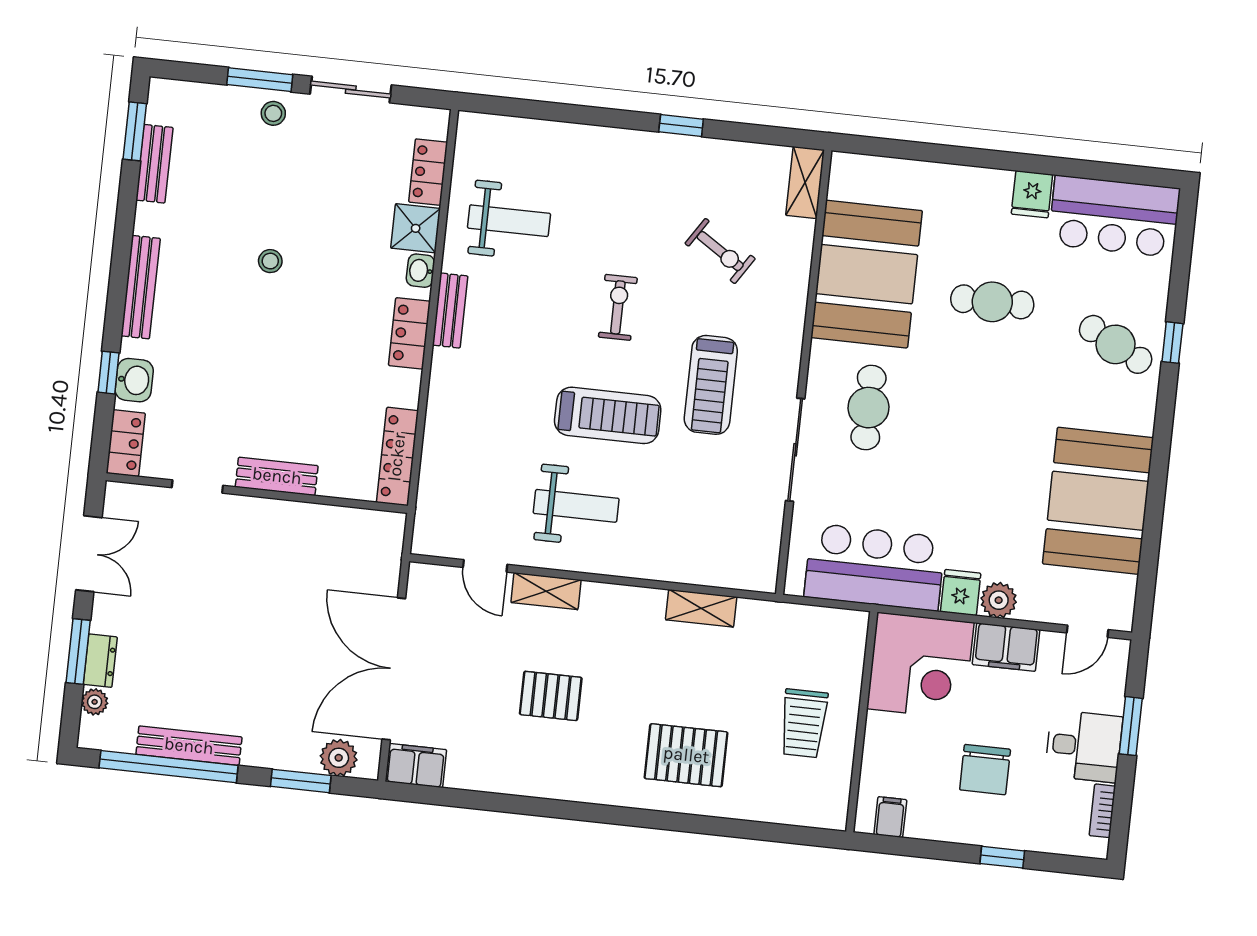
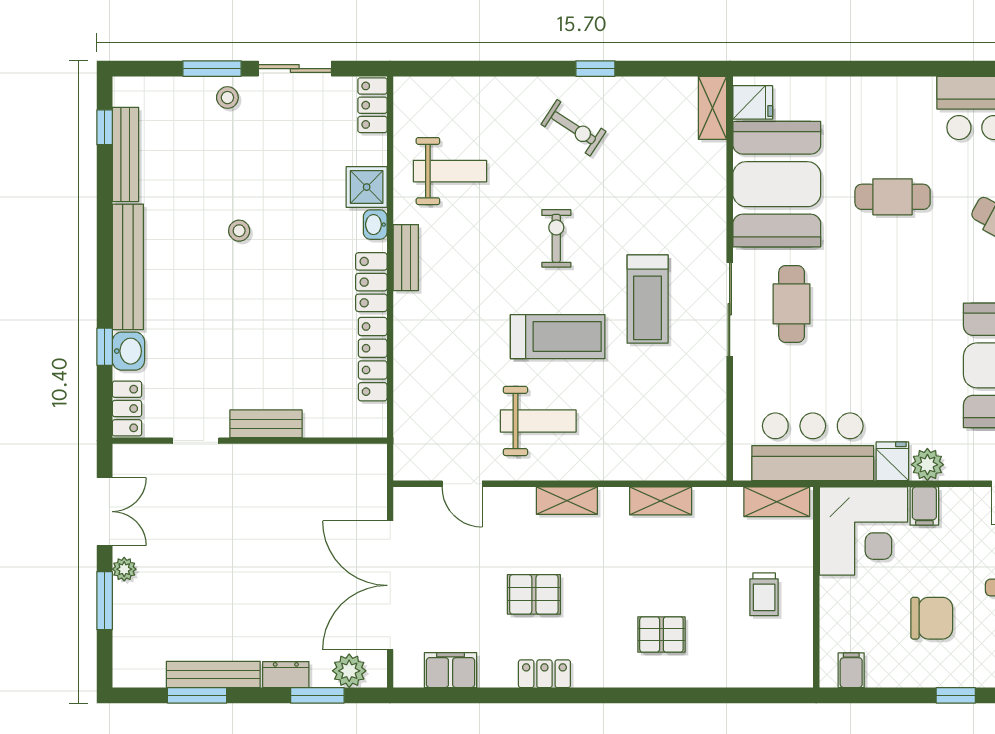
window: (135, 131) -> (105, 127), width x0.67
bench: (154, 164) -> (125, 154), width x1.36
locker: (428, 172) -> (372, 105), moved
fridge: (1032, 194) -> (753, 102), moved, turned -90
exercise bike: (720, 251) -> (574, 128), moved
bench: (141, 287) -> (128, 267), width x1.37, depth x1.21
sliding door: (795, 450) -> (730, 309), moved
locker: (397, 457) -> (373, 359), moved
shelving: (546, 591) -> (567, 501), moved
shelving: (829, 623) -> (777, 502), added
filing cabinet: (1006, 647) -> (924, 506), width x0.50
dresser: (100, 661) -> (286, 675), moved, turned -90
plant: (95, 702) -> (124, 569), moved
trolley: (804, 723) -> (764, 594), width x0.73, depth x0.72
pallet: (686, 755) -> (661, 635), width x0.67, depth x0.71
filing cabinet: (416, 765) -> (451, 670), moved
window: (169, 767) -> (197, 695), width x0.47
chair: (985, 770) -> (932, 618), turned -90
locker: (553, 784) -> (544, 674), added

